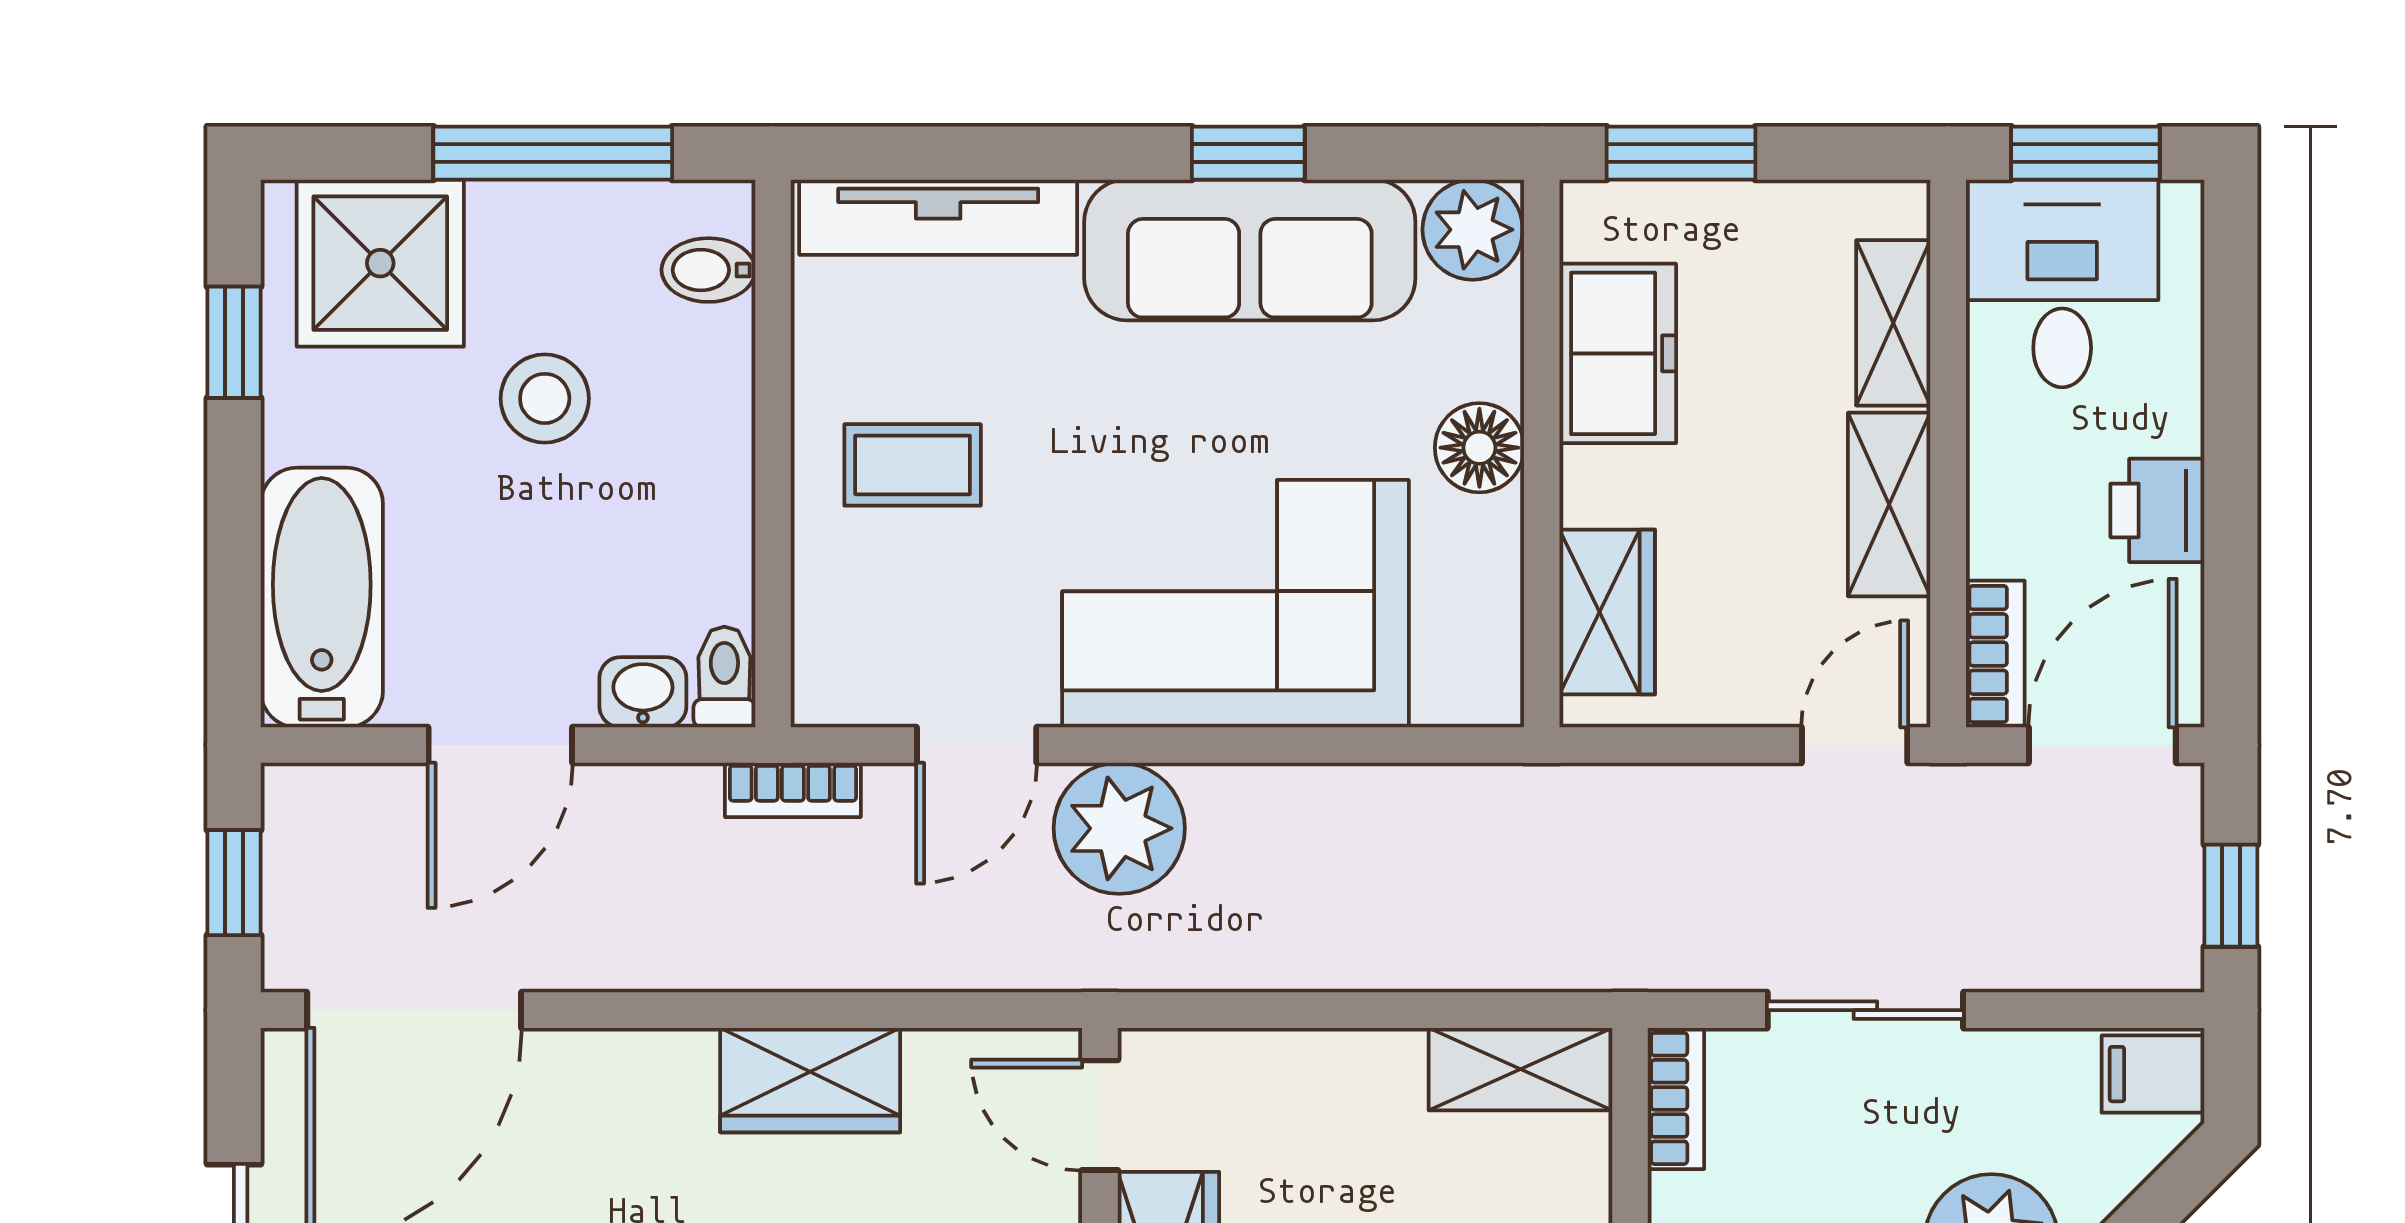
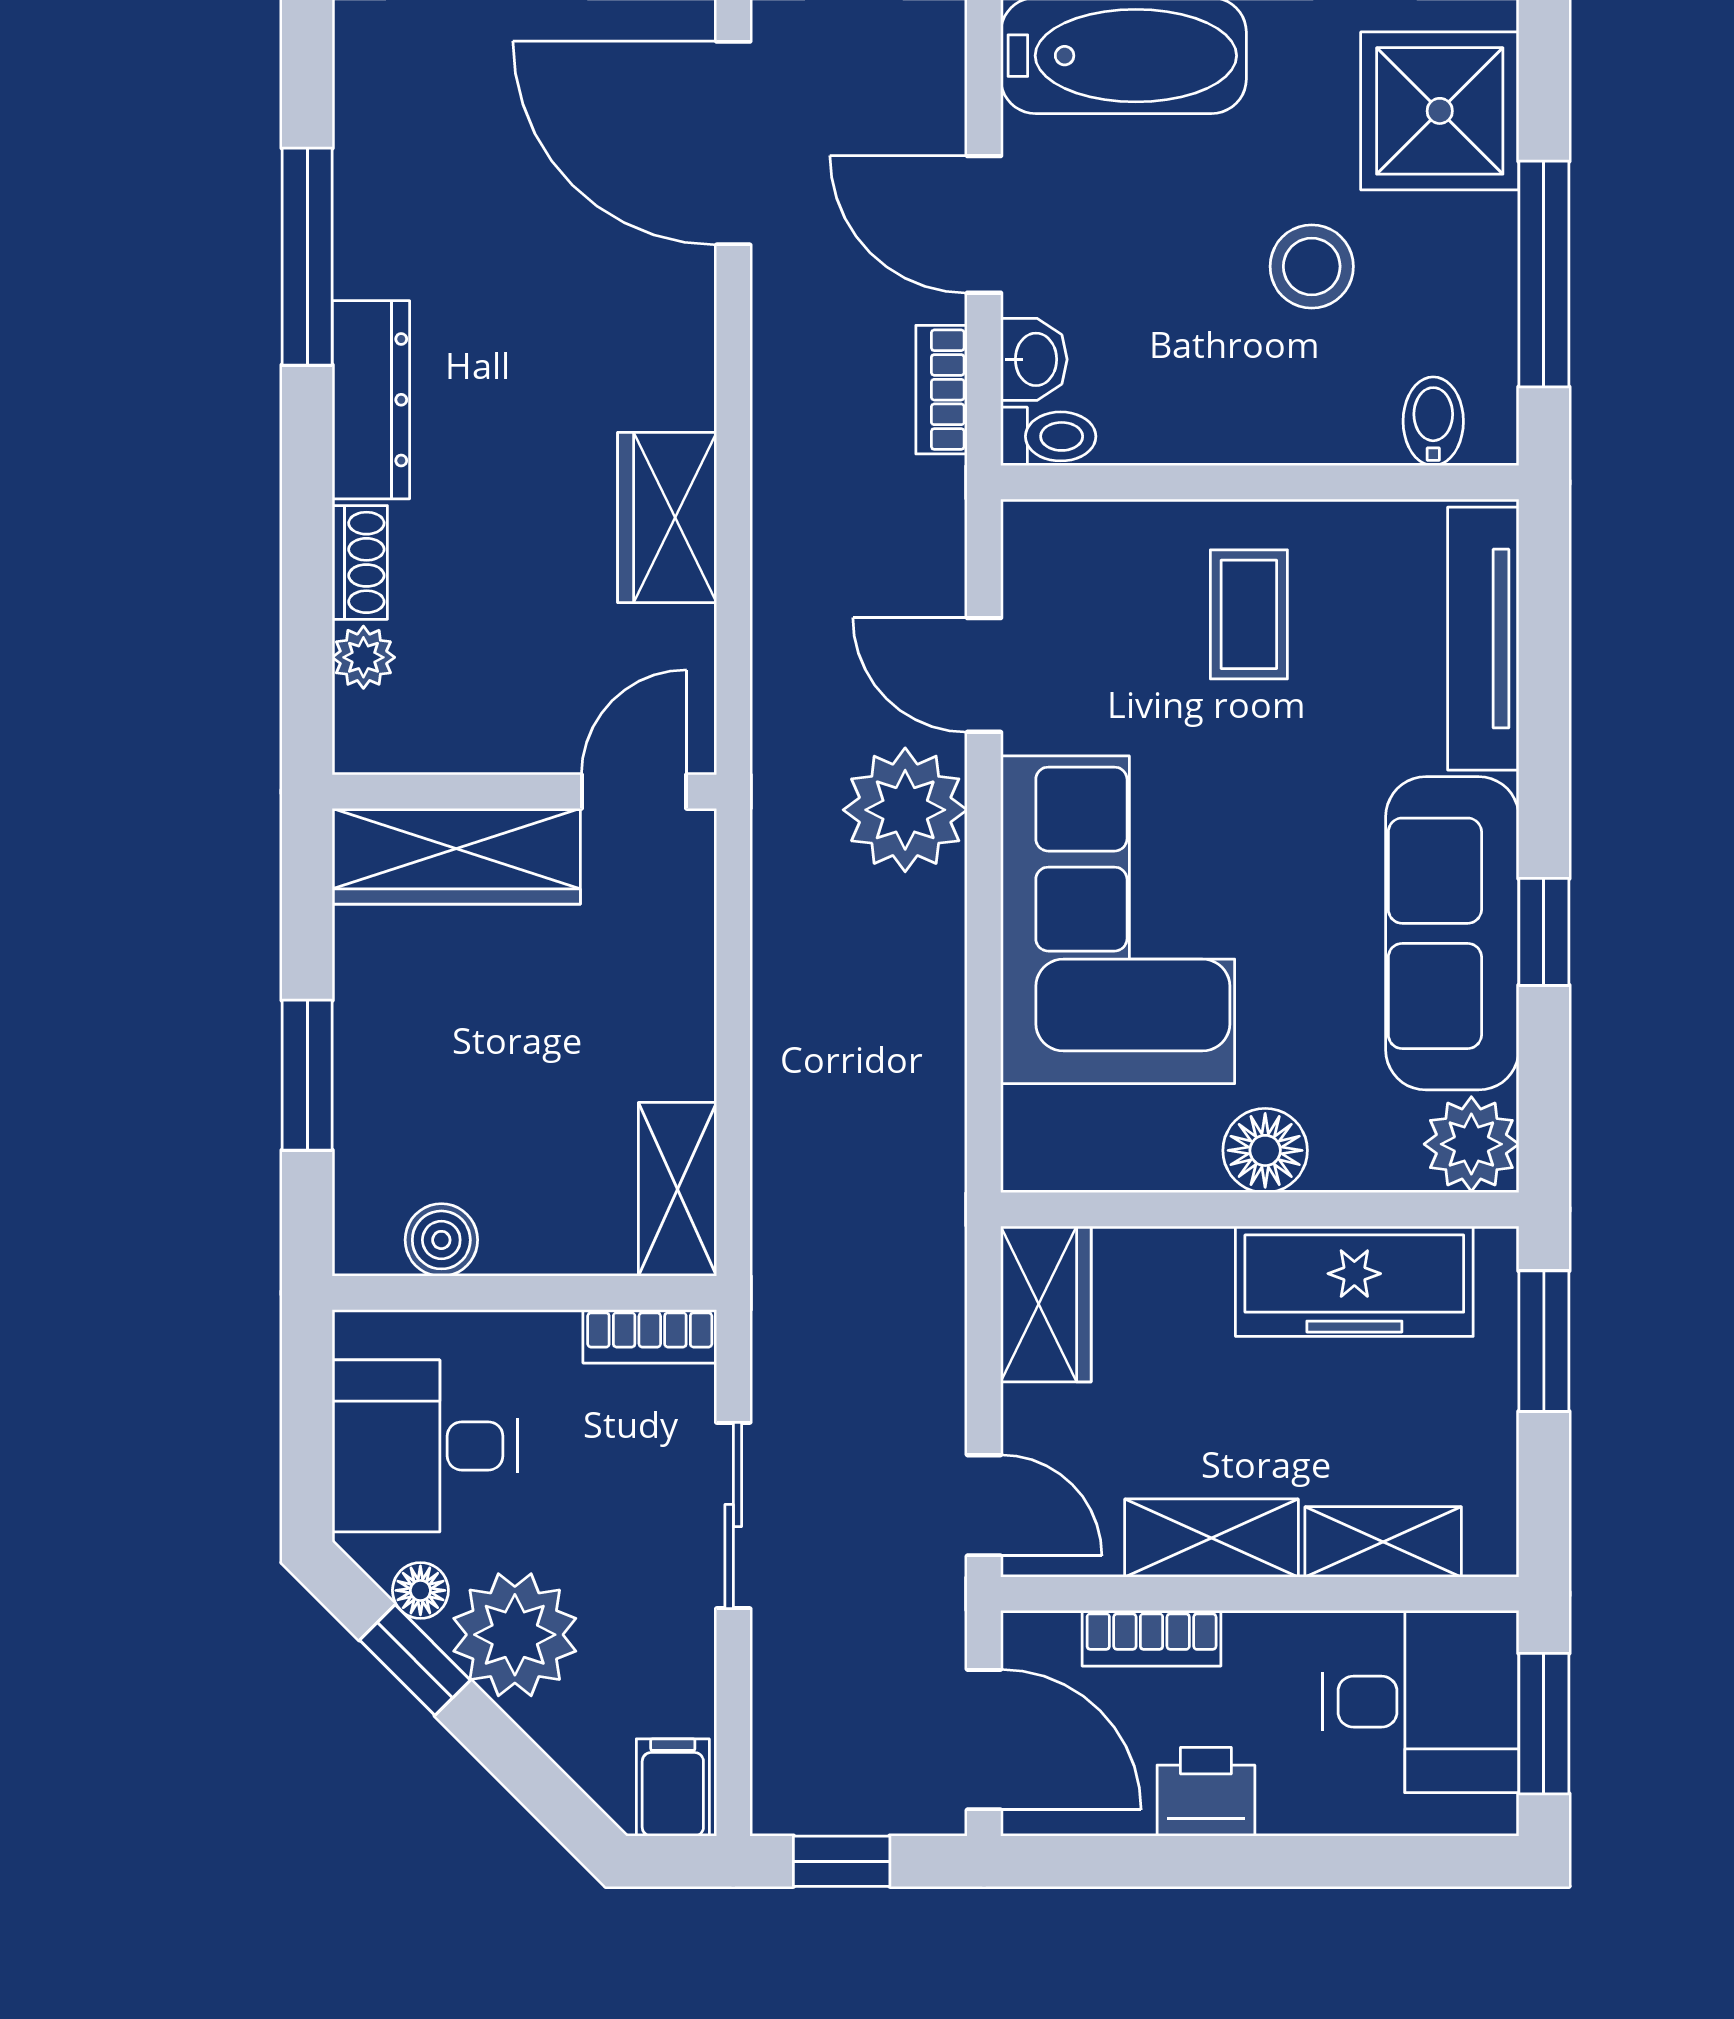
freezer: (1618, 353) -> (1354, 1281), width x1.40
wardrobe: (1607, 612) -> (1046, 1304), moved, turned -90
bookcase: (1995, 654) -> (1152, 1638), moved
bookcase: (793, 790) -> (942, 390), moved

